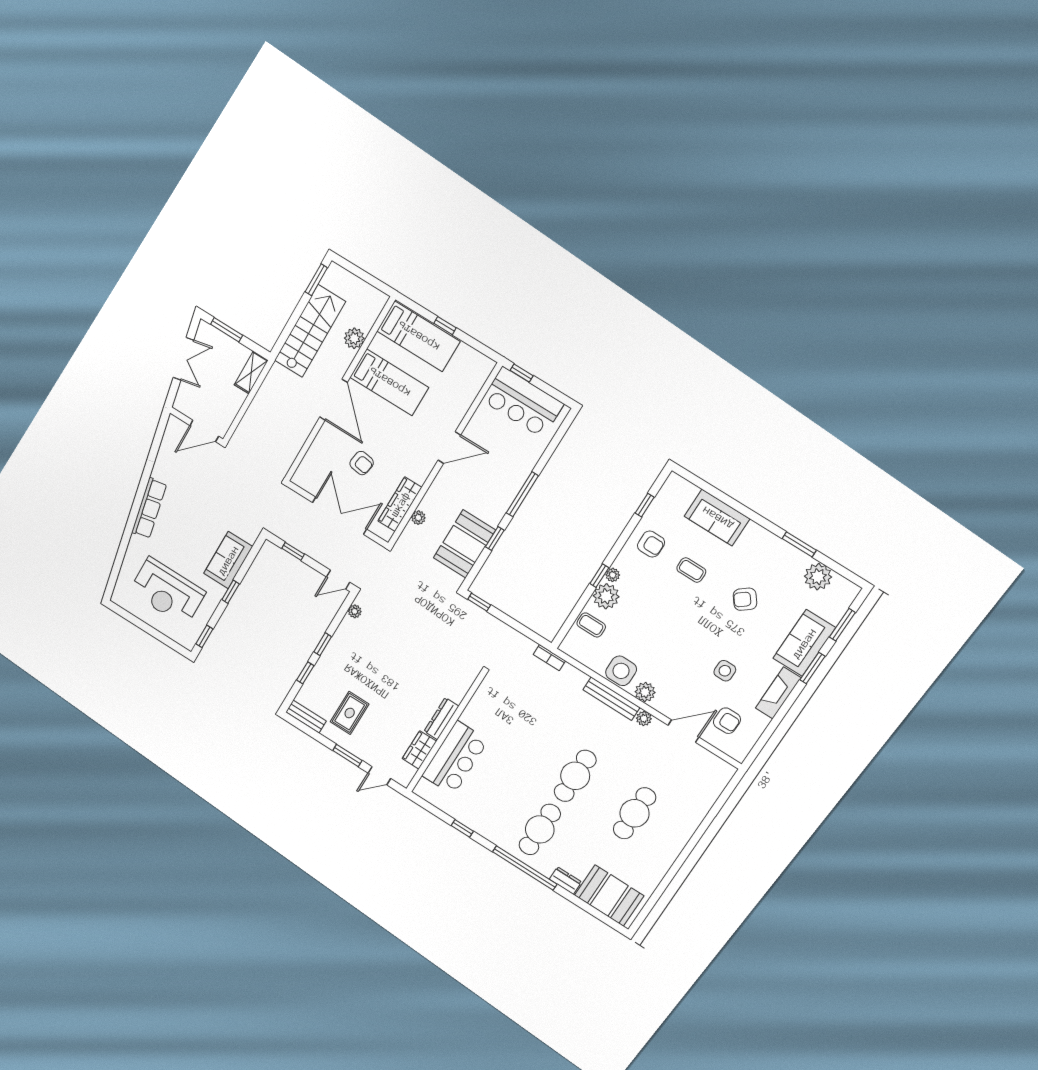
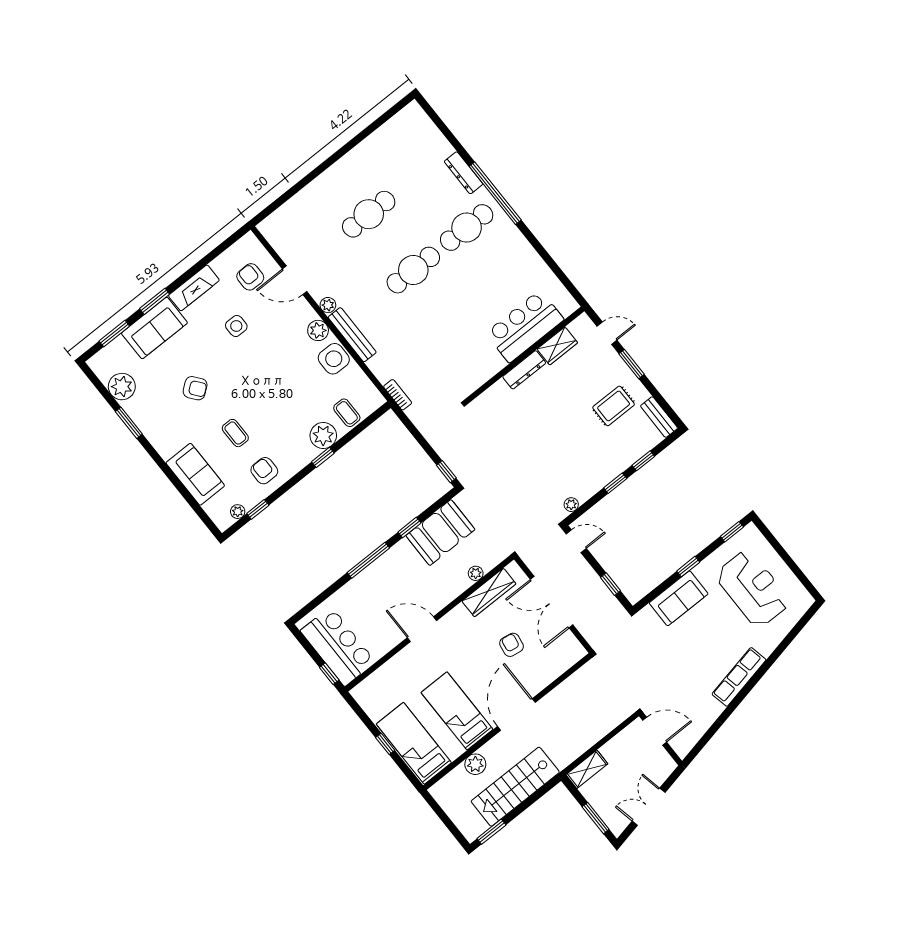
plant: (613, 575) -> (238, 512), moved
window: (462, 828) -> (543, 253), removed
dresser: (565, 881) -> (463, 173), width x1.44
booth: (609, 895) -> (422, 139), removed

